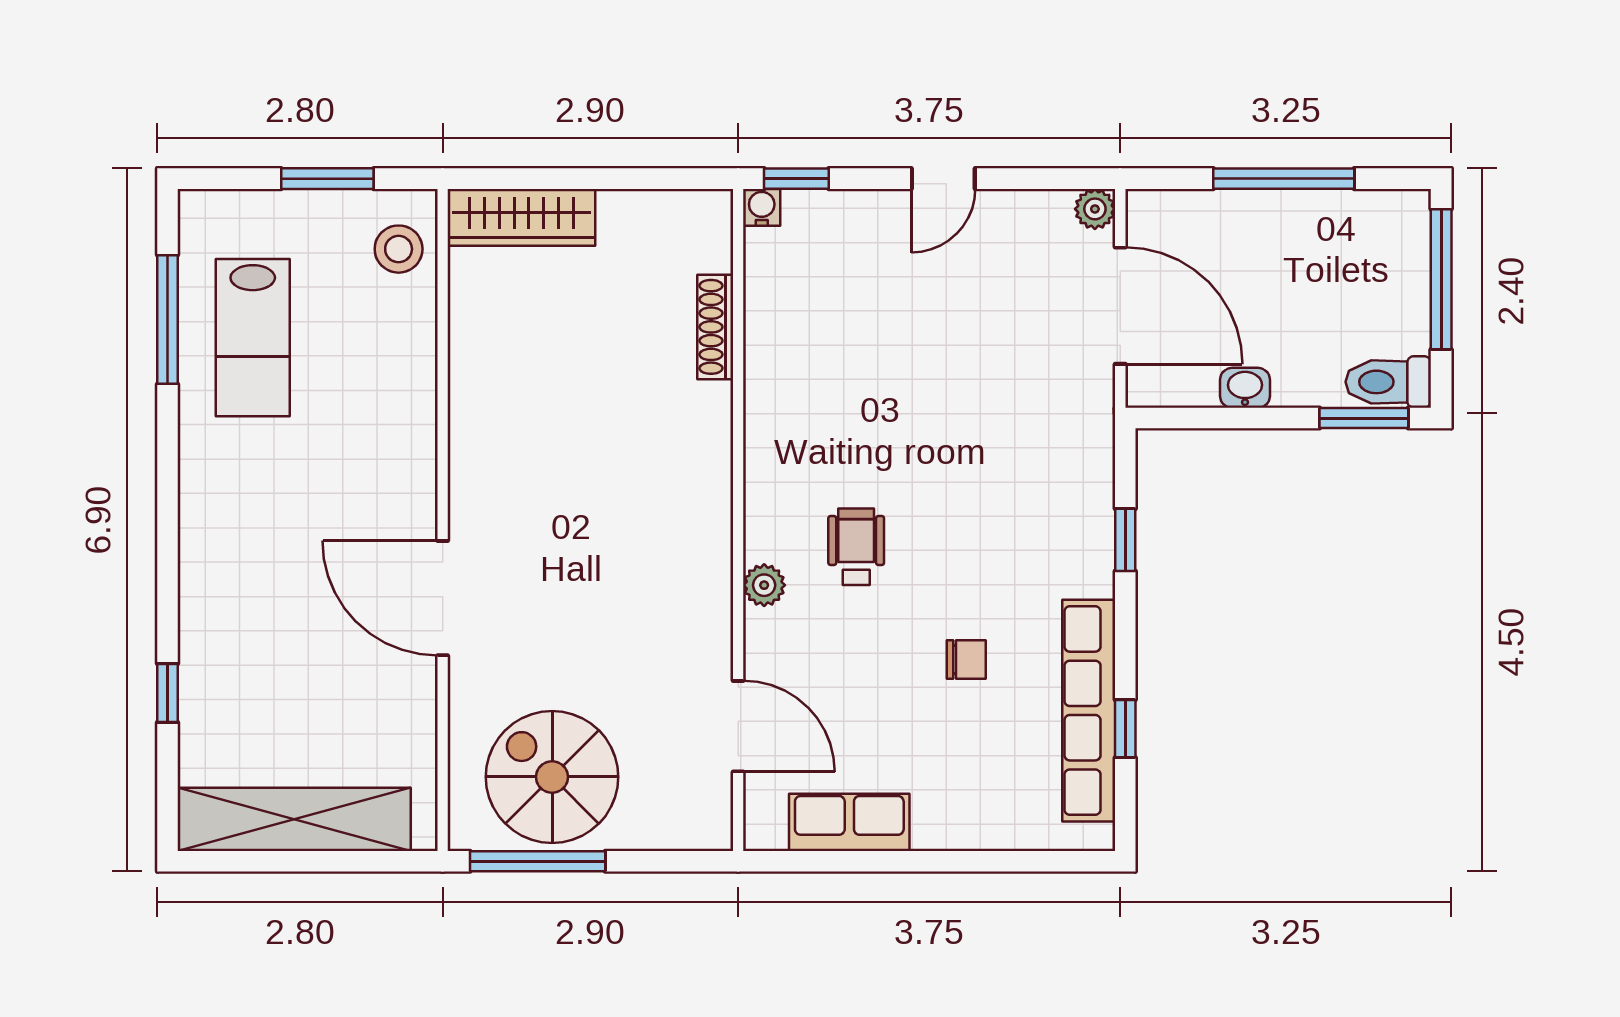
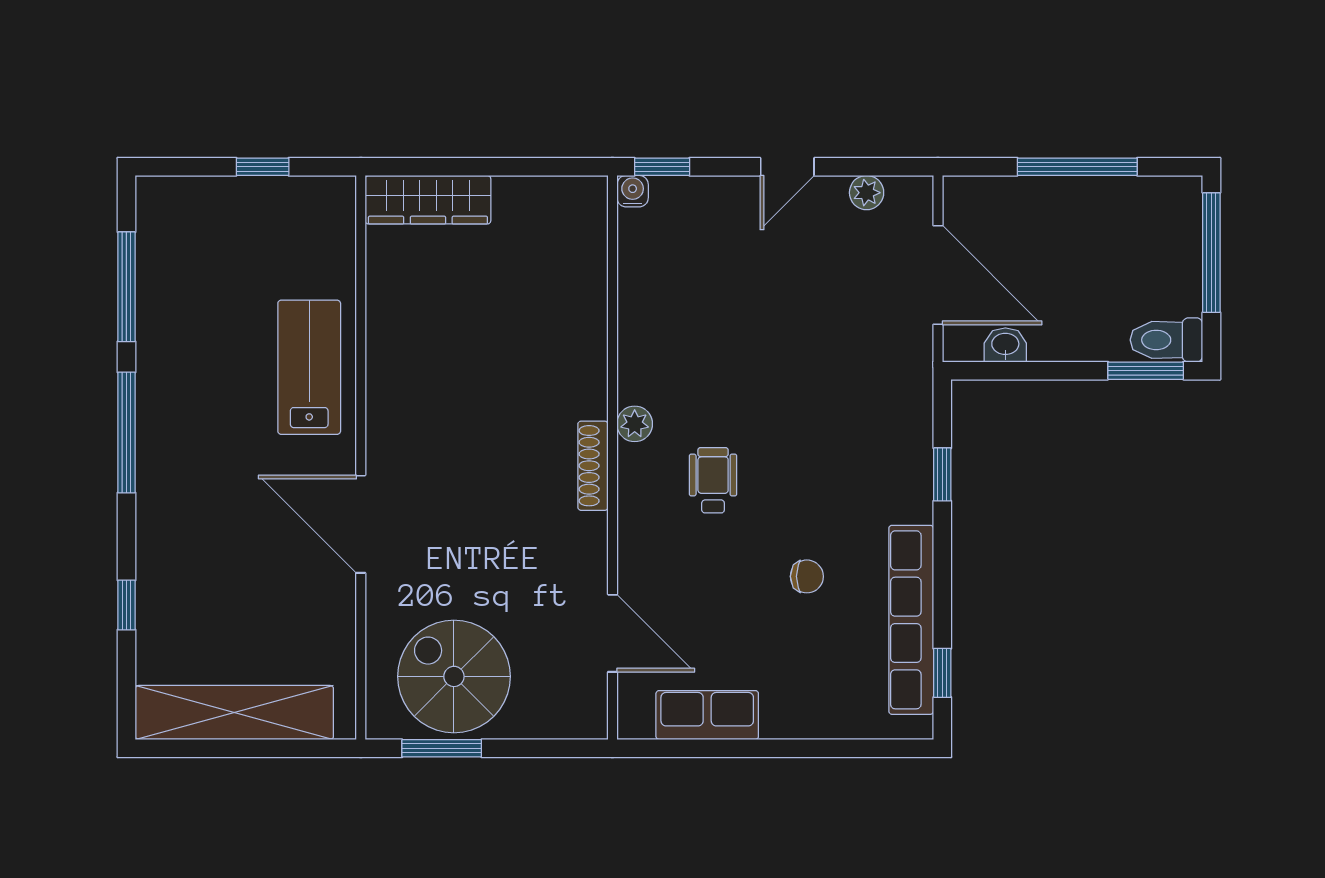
window: (327, 179) -> (263, 167), width x0.67
plant: (1095, 209) -> (867, 193), moved
stool: (399, 249) -> (323, 227), removed
shoe rack: (715, 327) -> (593, 466), moved
lab bench: (253, 338) -> (309, 367), moved, turned 180
washbasin: (1245, 388) -> (1005, 345), moved
window: (168, 491) -> (126, 433), added
plant: (764, 585) -> (635, 424), moved
window: (1125, 729) -> (942, 673), moved
window: (538, 861) -> (442, 748), width x0.69

